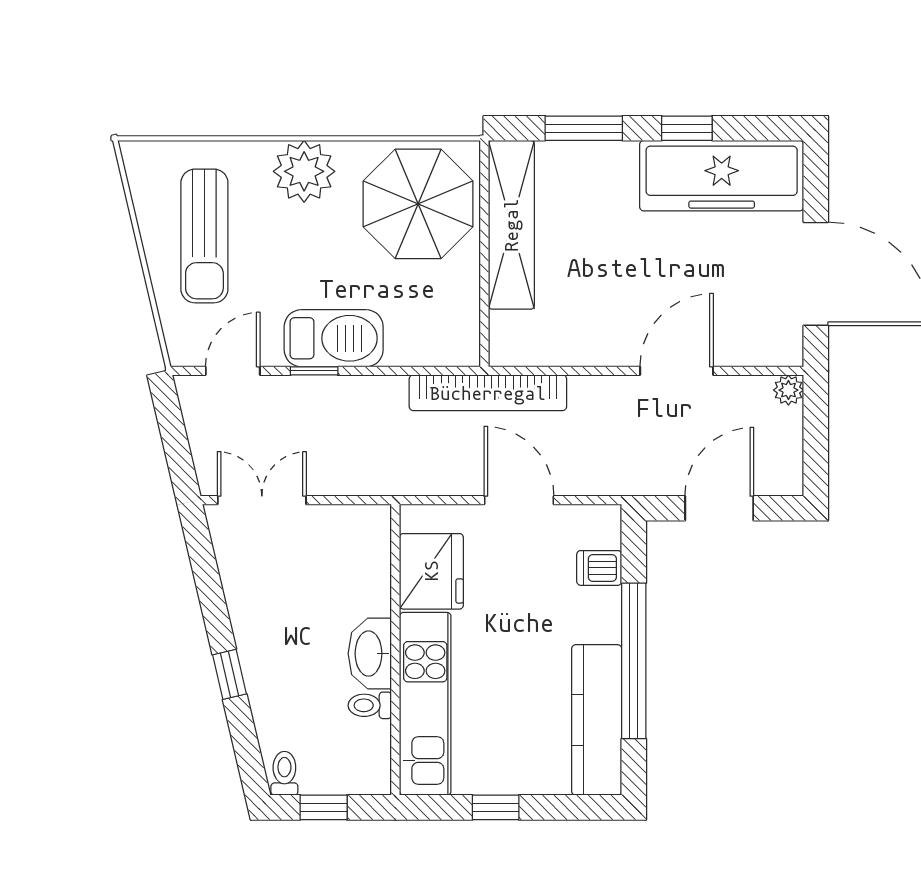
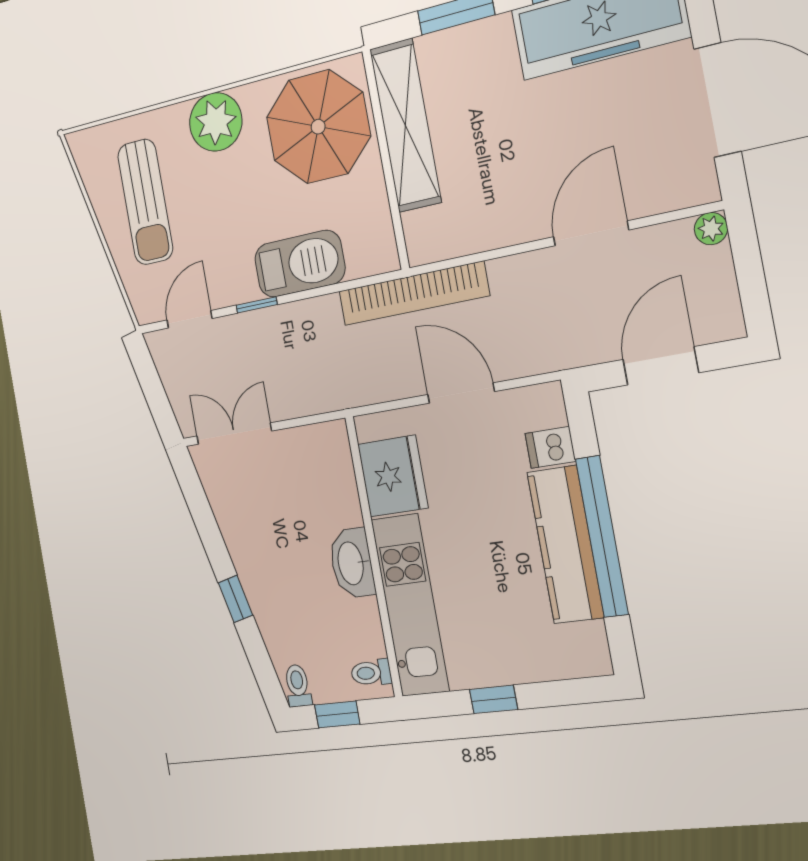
barbecue: (334, 338) -> (300, 264), moved
toilet: (370, 705) -> (371, 673), moved
kitchen counter: (597, 720) -> (565, 545), moved

